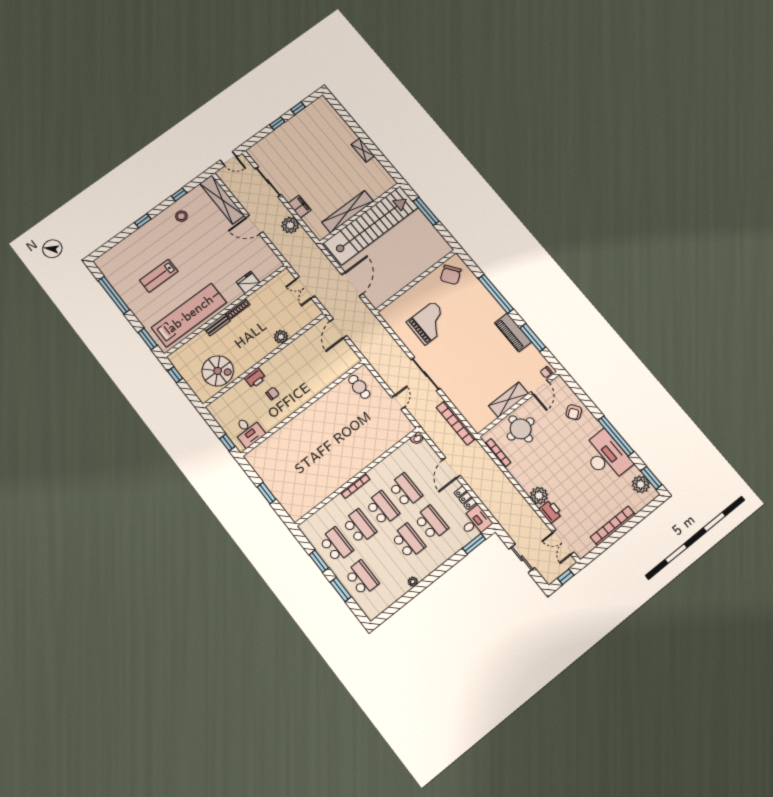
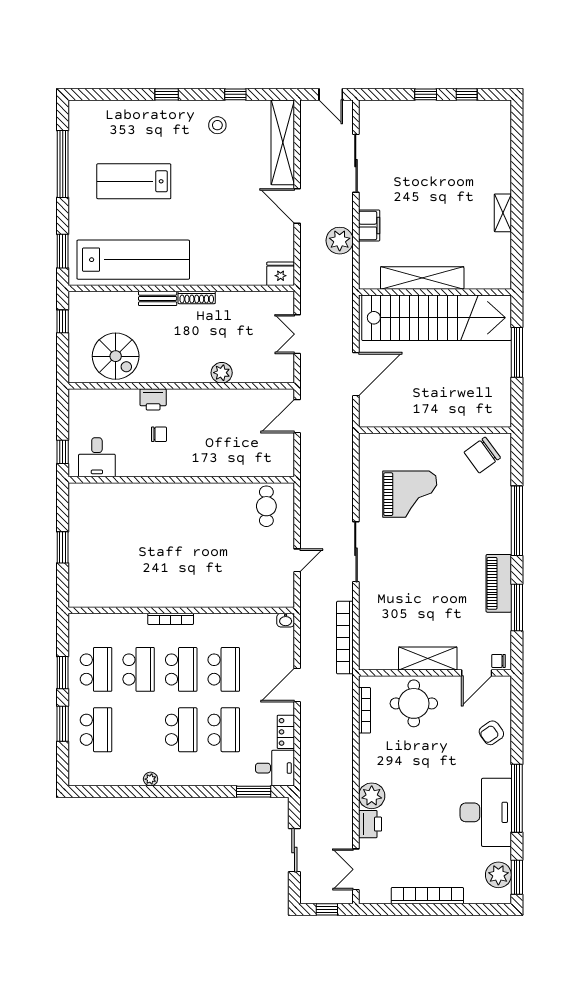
lab bench: (159, 276) -> (134, 181), width x1.36, depth x1.39
fridge: (248, 282) -> (281, 274), moved

